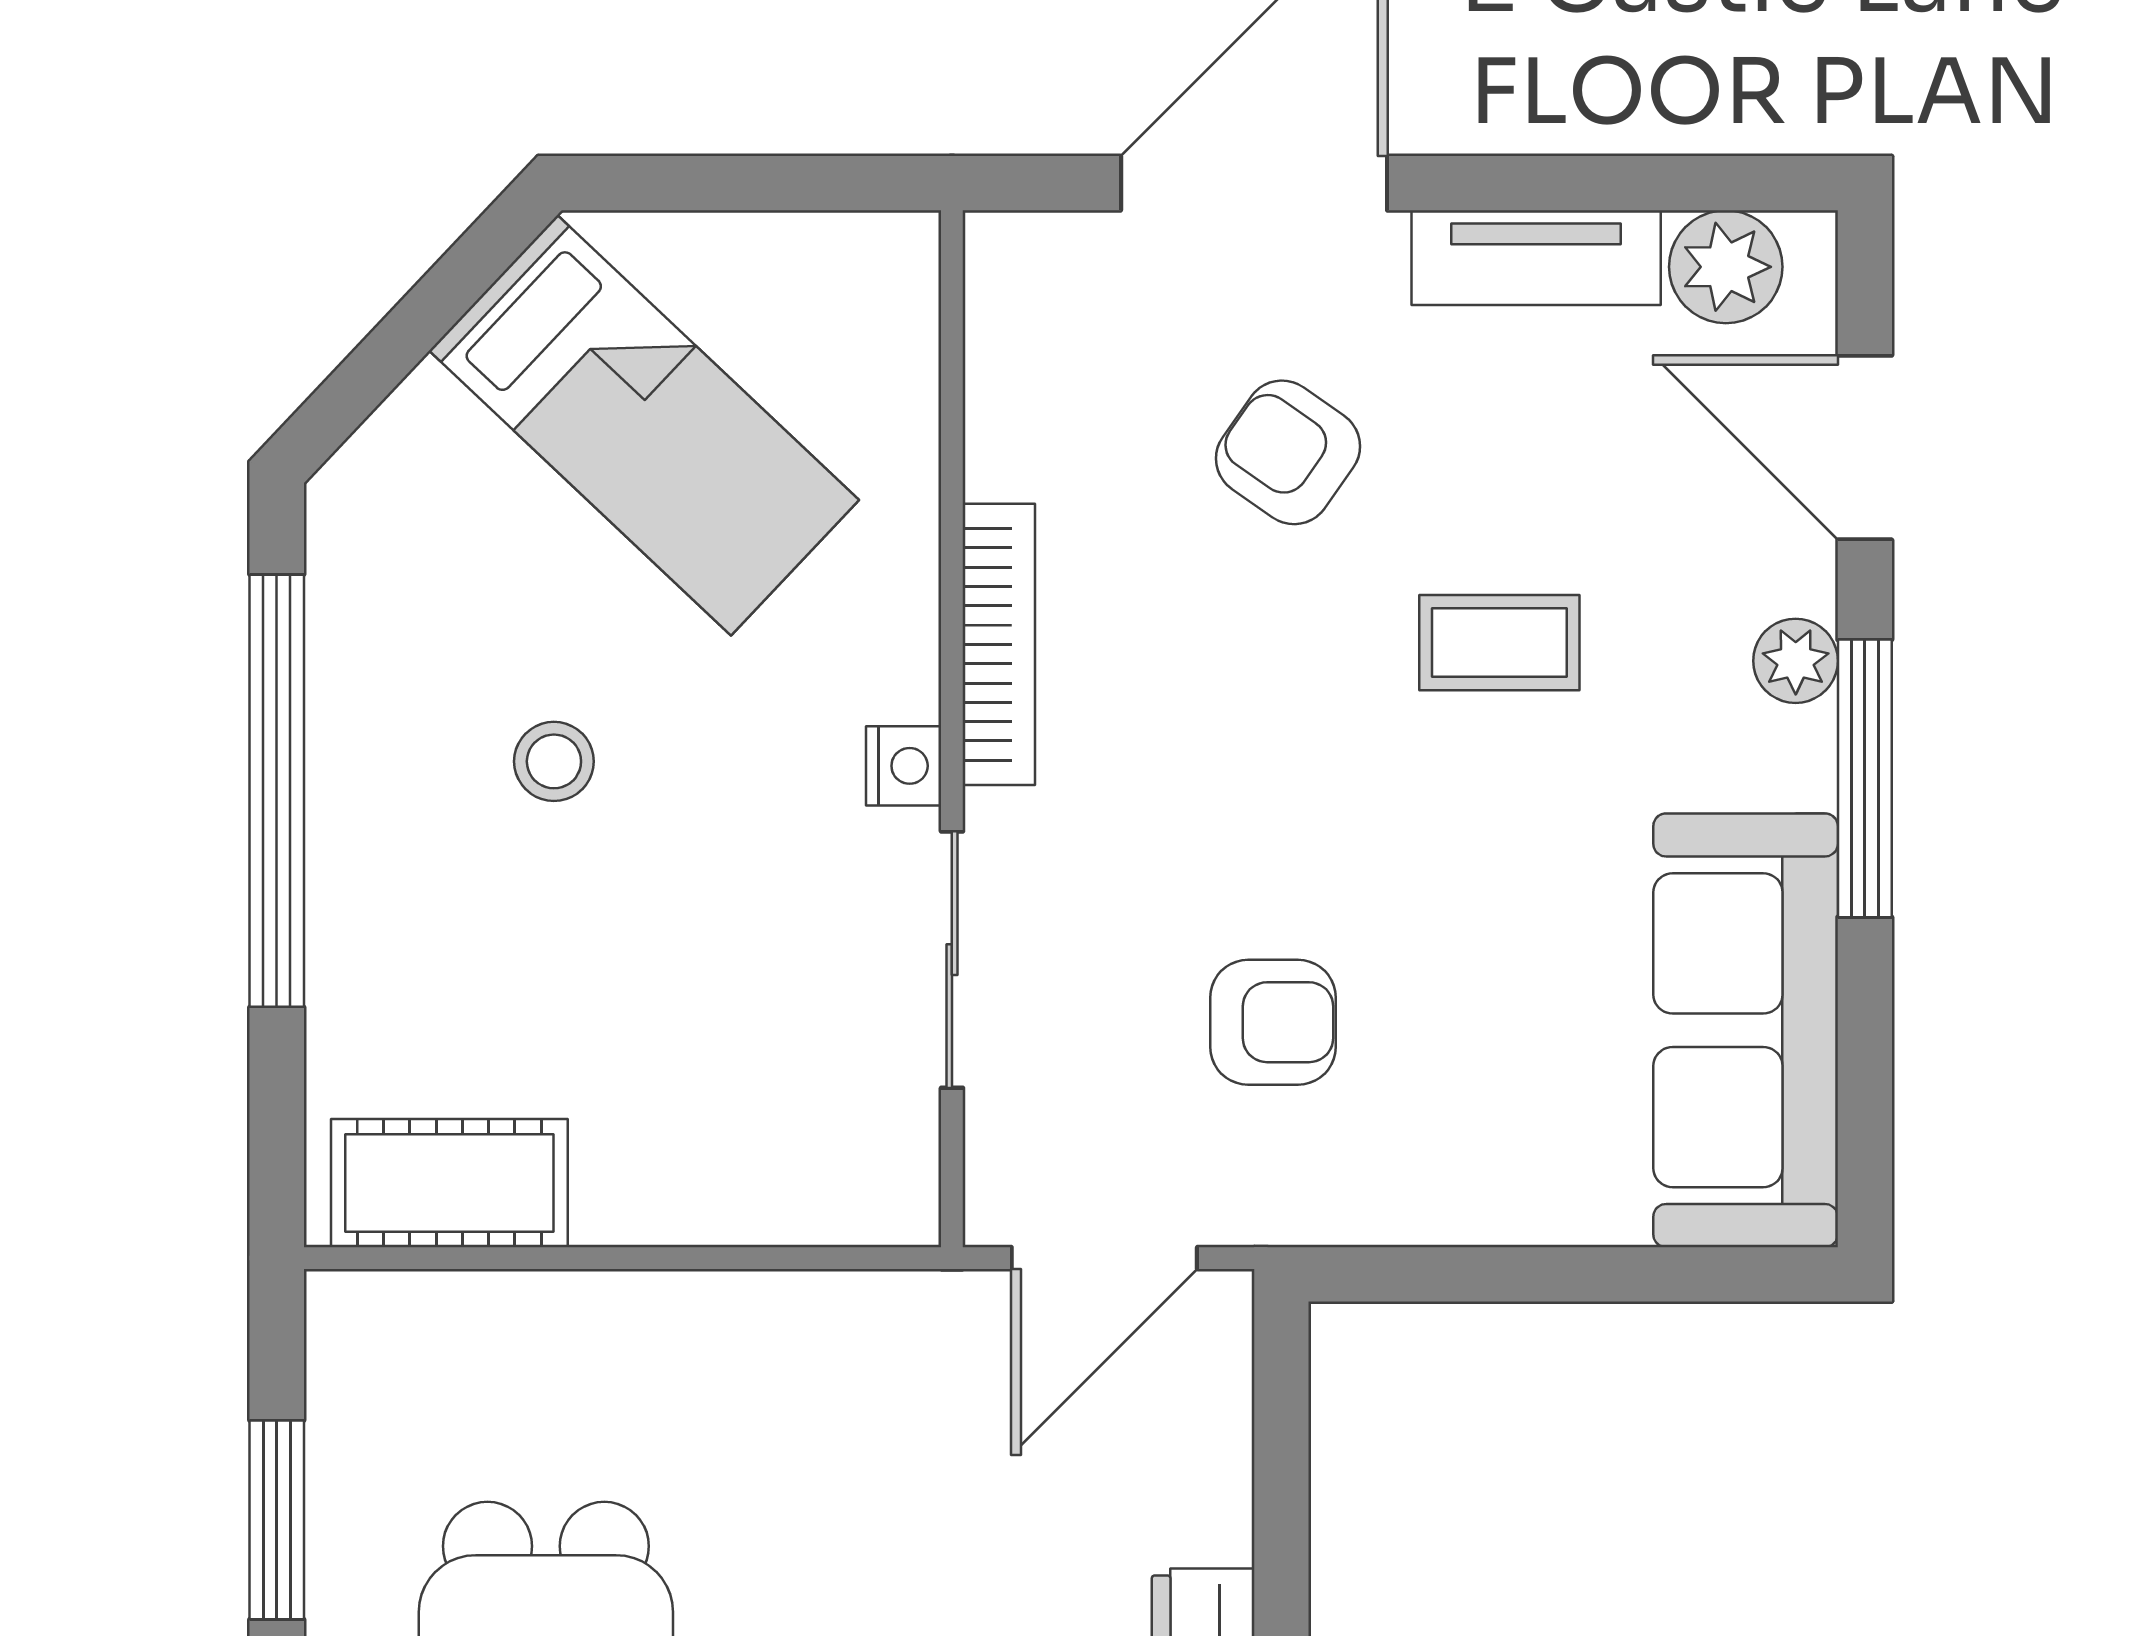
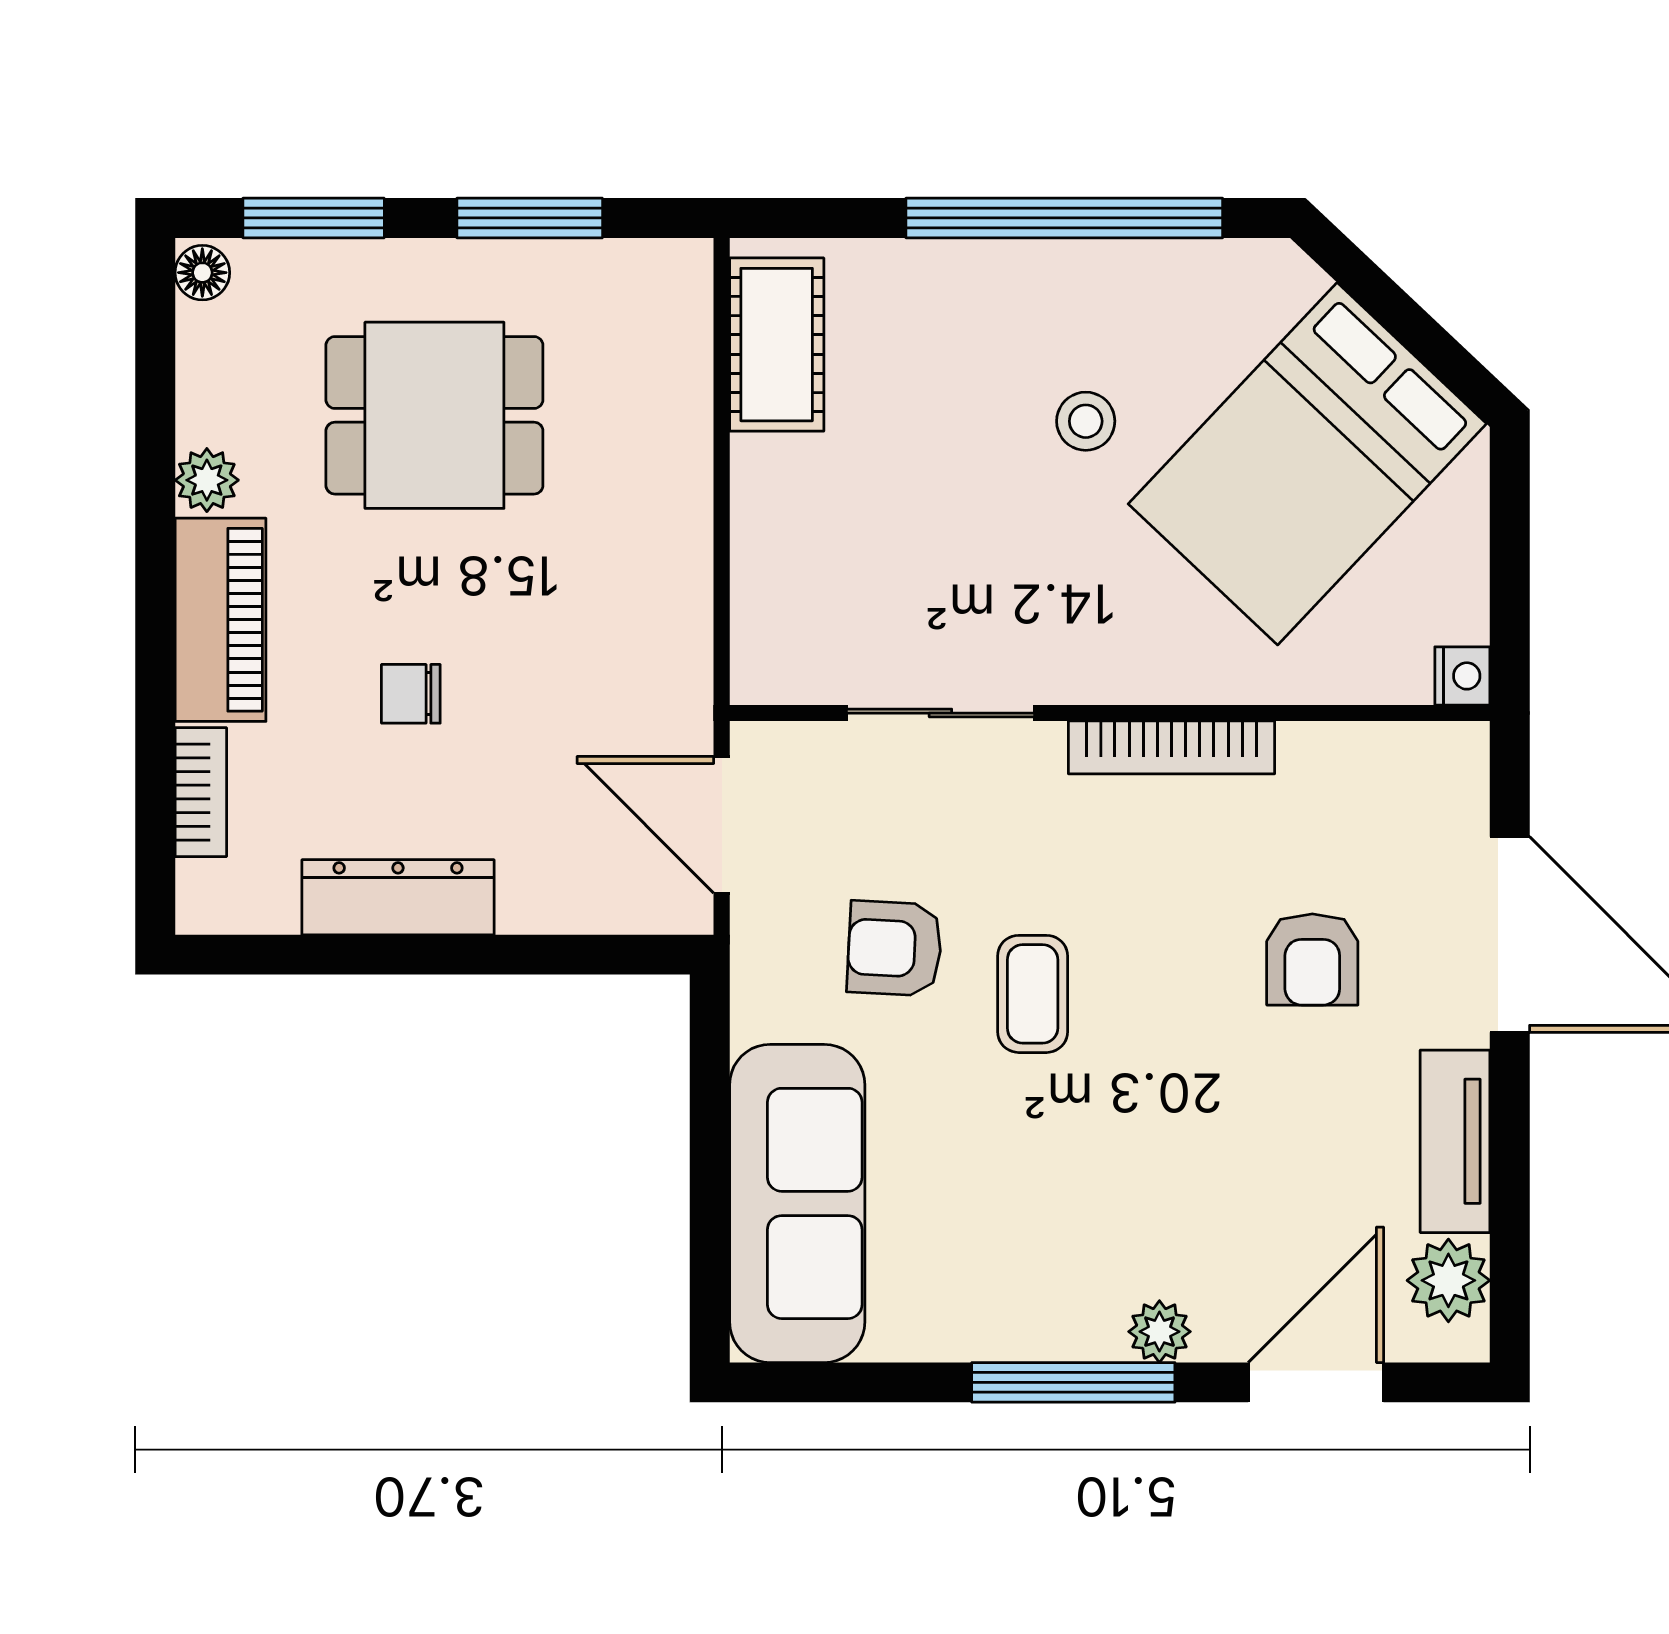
bed: (644, 425) -> (1307, 464), width x1.50
armchair: (1288, 452) -> (1312, 959), turned 145
coffee table: (1499, 643) -> (1033, 994), moved
nightstand: (904, 766) -> (1462, 676), moved, turned -90
armchair: (1273, 1022) -> (895, 948), turned 93
sofa: (1746, 1030) -> (797, 1203), moved, turned 90

